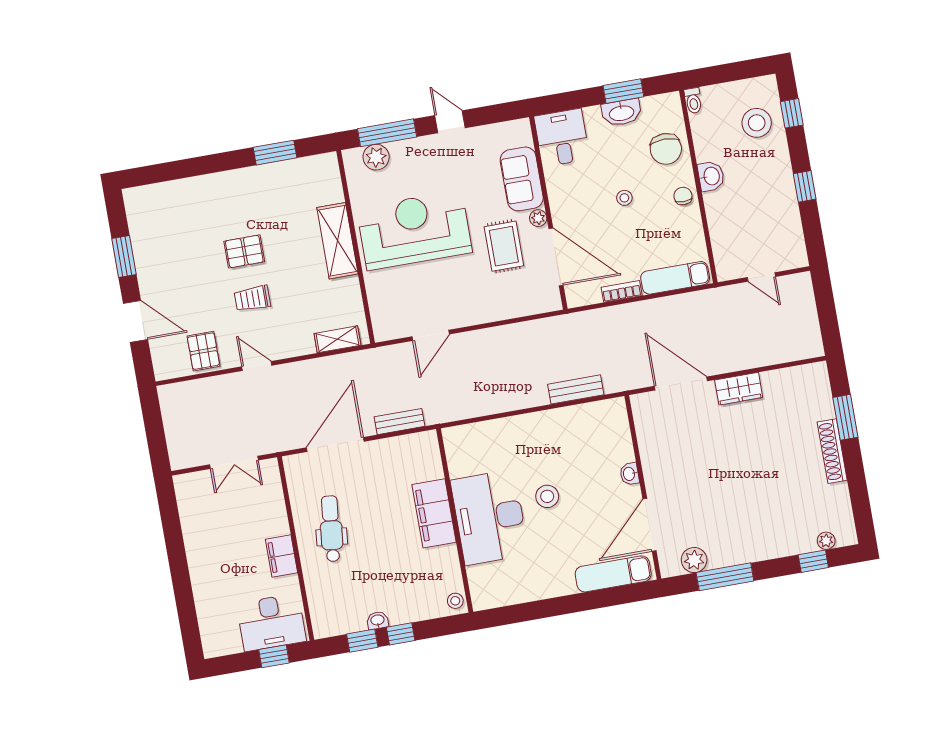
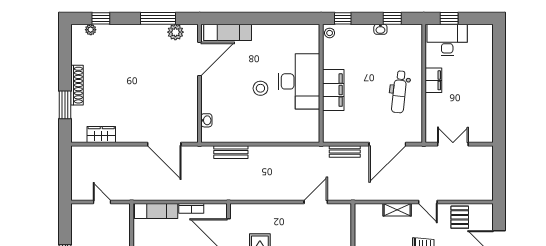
shelving: (337, 339) -> (397, 210), moved
wardrobe: (739, 389) -> (101, 135), moved
washbasin: (629, 474) -> (206, 120), moved
window: (401, 634) -> (343, 18), moved

